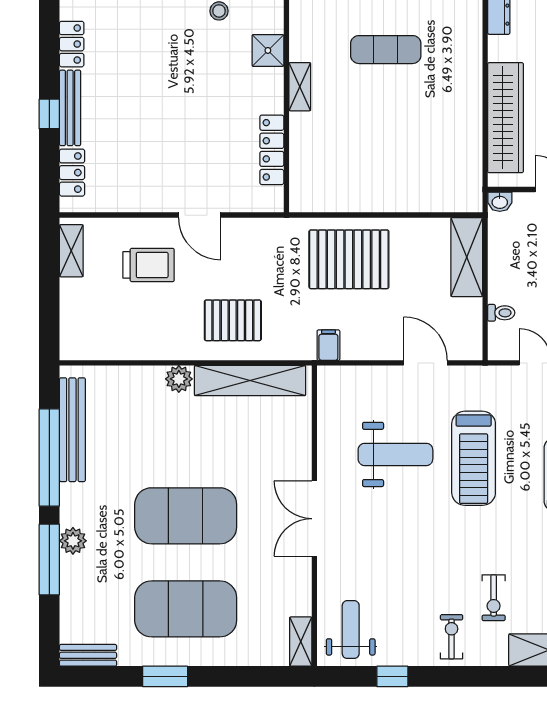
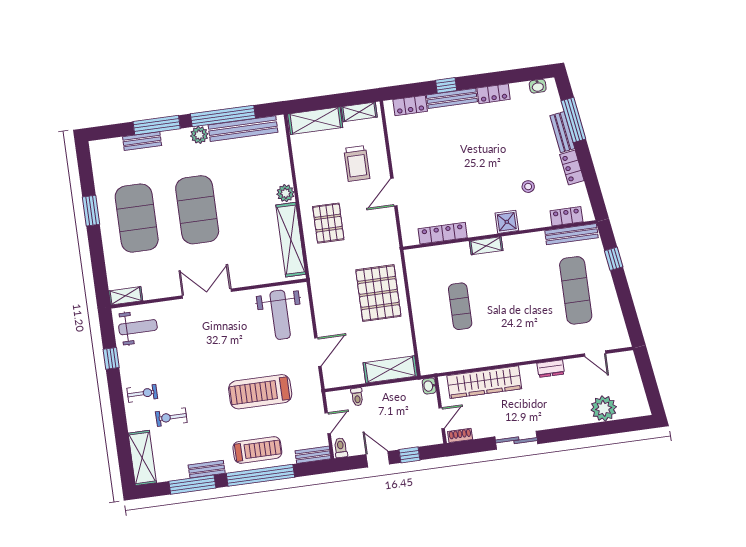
exercise mat: (386, 50) -> (460, 306), moved
shelving: (76, 319) -> (315, 121), added
filing cabinet: (328, 345) -> (321, 287), removed
weight bench: (395, 454) -> (280, 315), moved
plant: (73, 541) -> (199, 135), moved
bench: (88, 655) -> (142, 141), moved, turned 90

